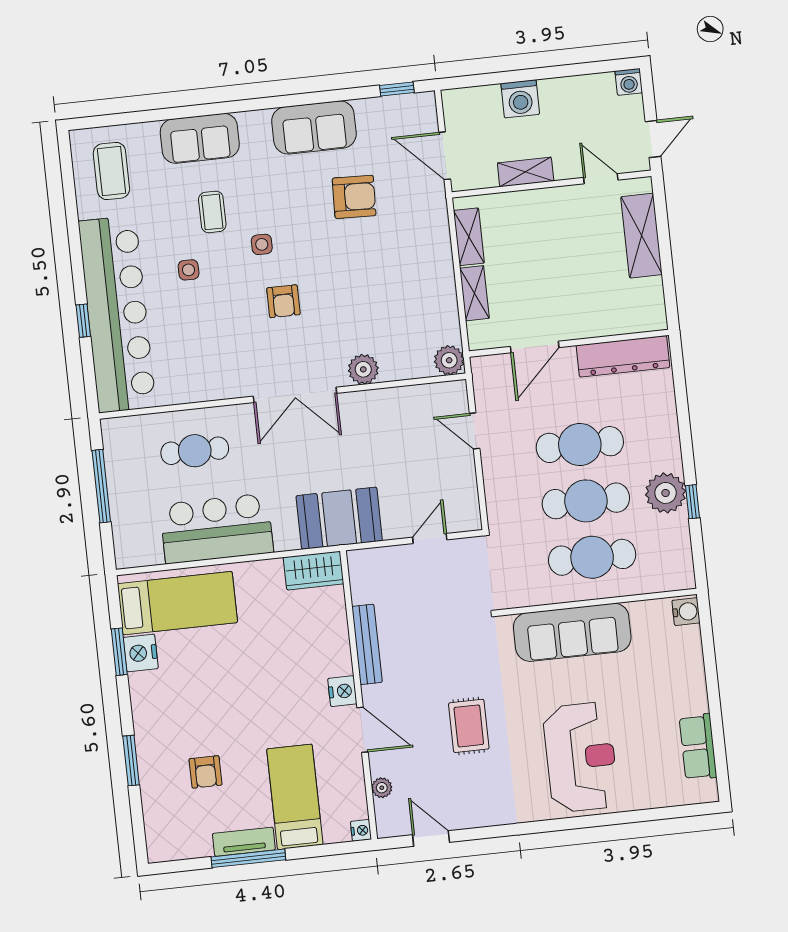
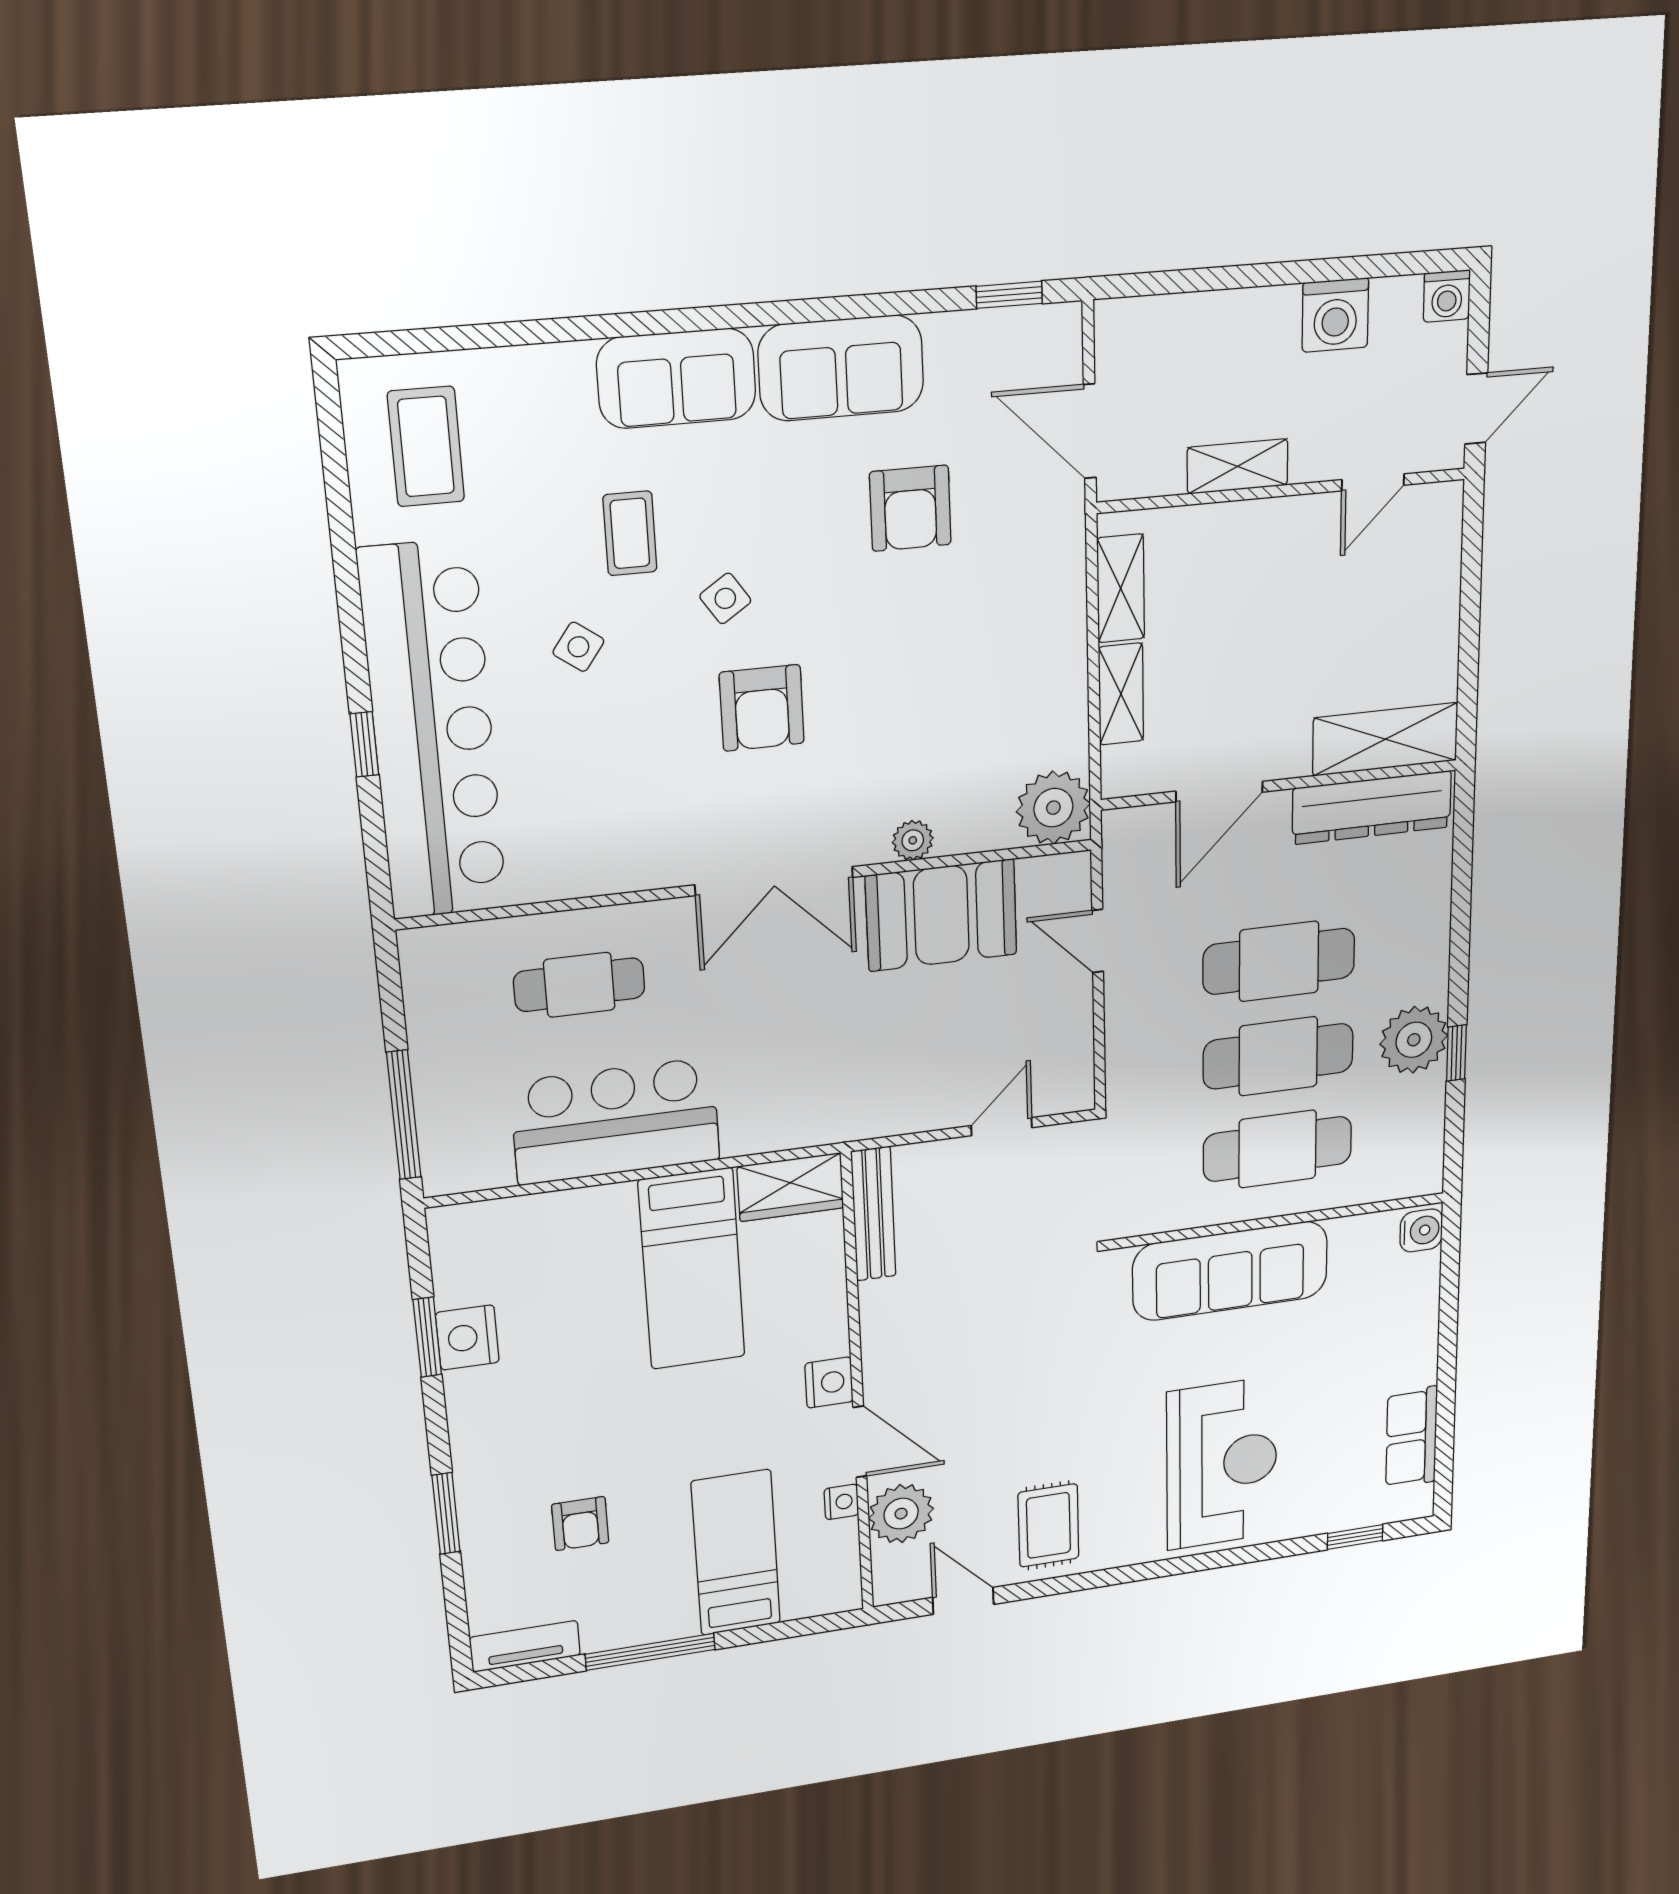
washing machine: (520, 99) -> (1335, 315), moved
sofa: (200, 138) -> (676, 378), moved
door: (601, 179) -> (1373, 482), swing flipped
armchair: (354, 197) -> (910, 508), turned 88
shelving: (642, 236) -> (1385, 739), moved, turned 90
side table: (262, 244) -> (725, 598), turned -34
side table: (189, 270) -> (578, 647), turned 36
armchair: (283, 301) -> (762, 708), width x1.38, depth x1.38
plant: (449, 360) -> (1053, 808), width x1.36, depth x1.36
plant: (363, 369) -> (913, 840), width x0.73, depth x0.73
window: (101, 486) -> (404, 1115), moved
booth: (339, 518) -> (941, 915), moved
bed: (177, 603) -> (692, 1269), moved, turned 90
bench: (367, 644) -> (873, 1214), moved
rug: (469, 726) -> (1048, 1525), moved
plant: (382, 788) -> (901, 1514), width x1.87, depth x1.87
window: (671, 812) -> (1355, 1537), added
nightstand: (361, 830) -> (841, 1502), moved
tv unit: (244, 842) -> (525, 1646), moved

